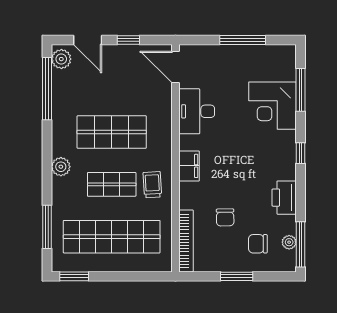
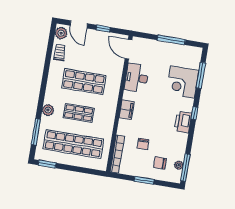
window: (47, 89) -> (50, 49), removed
plant: (61, 167) -> (48, 110), moved
trolley: (152, 185) -> (60, 53), moved
printer: (284, 198) -> (183, 122), moved

